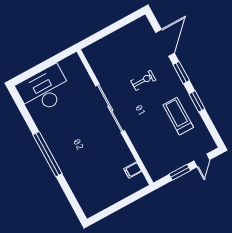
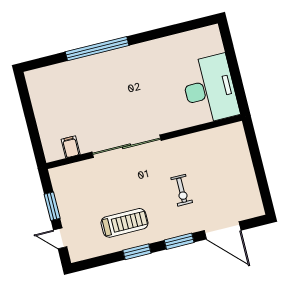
desk: (44, 90) -> (210, 89), moved
sliding door: (110, 108) -> (126, 146), moved
window: (47, 154) -> (97, 49), moved

